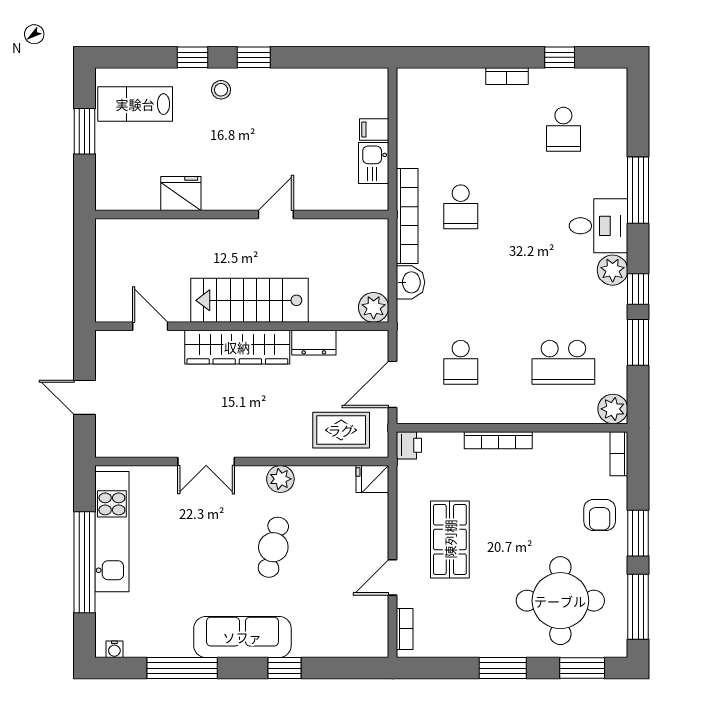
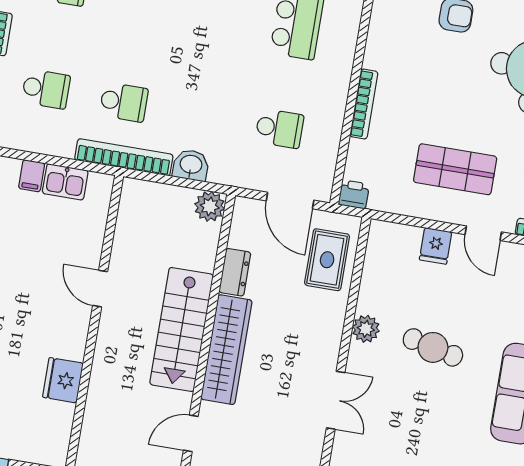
school desk: (461, 129) -> (46, 89), added
fridge: (372, 479) -> (436, 246), moved

